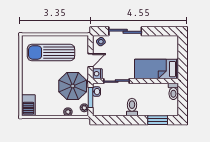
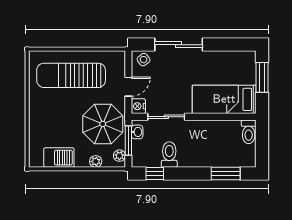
window: (183, 54) -> (262, 77), added
barbecue: (28, 105) -> (59, 158), moved, turned -90
toilet: (132, 107) -> (169, 155), moved
window: (109, 120) -> (155, 174), added

